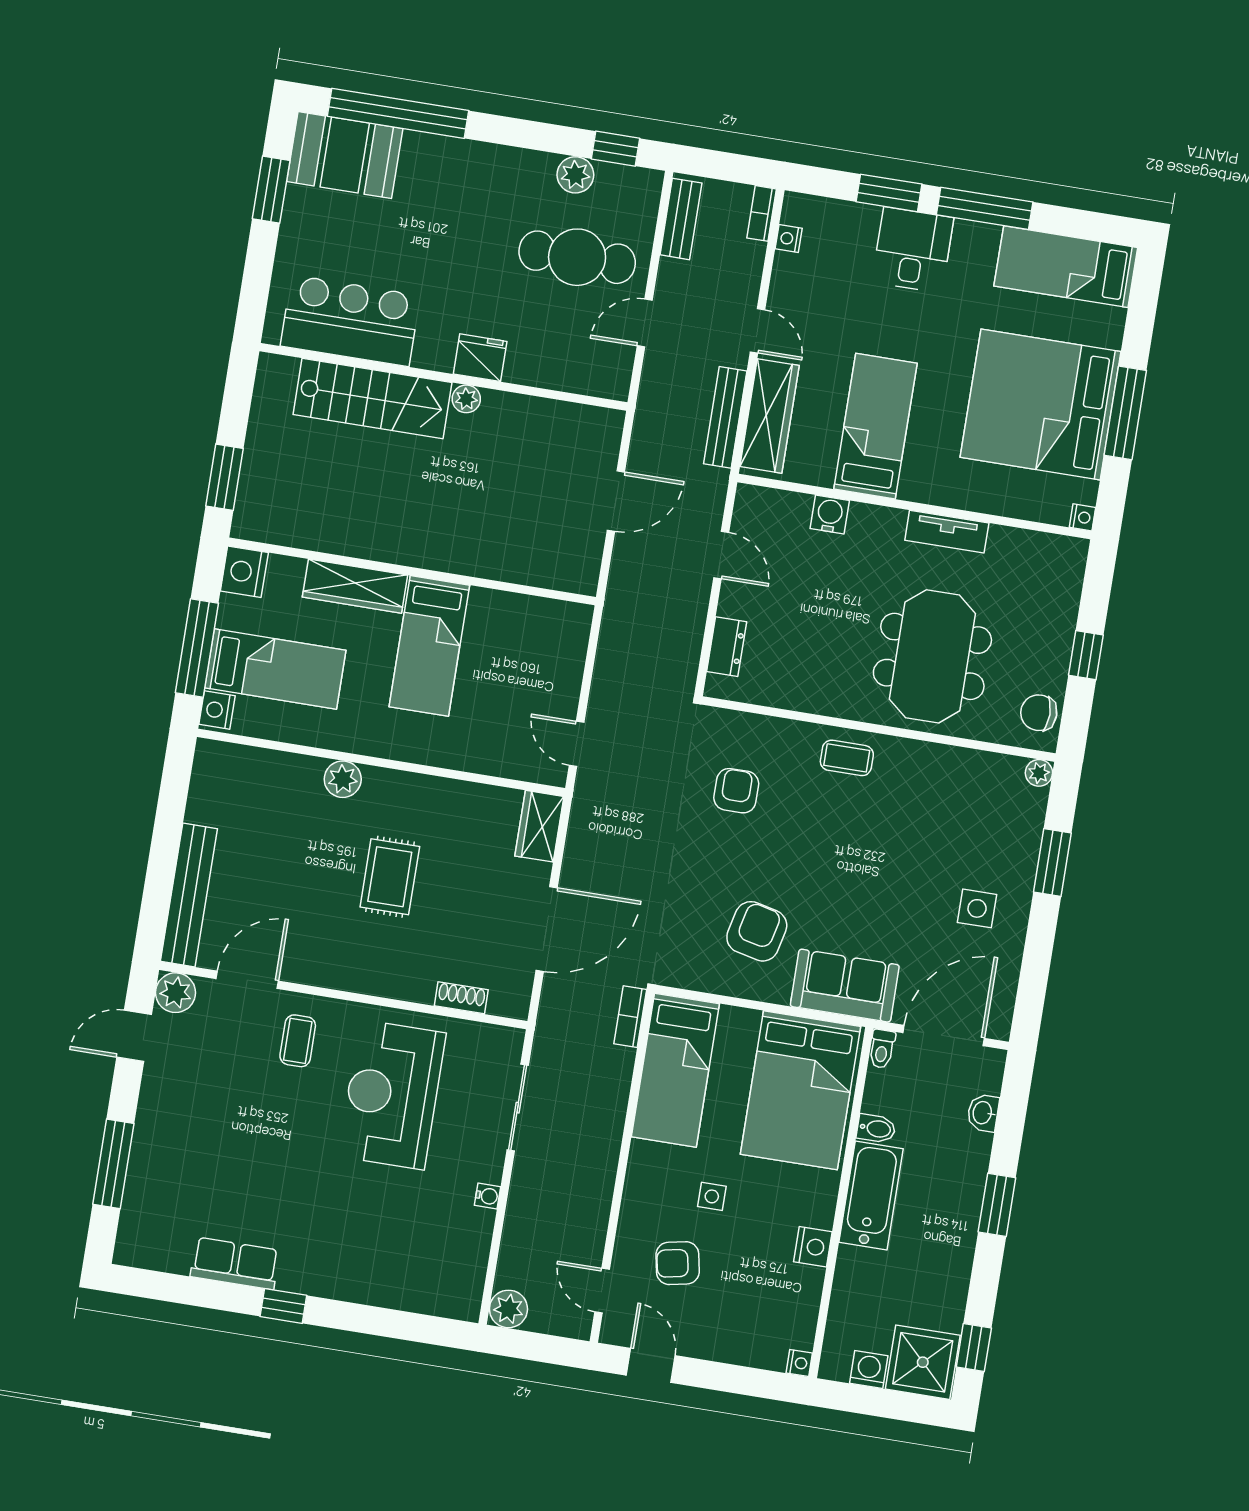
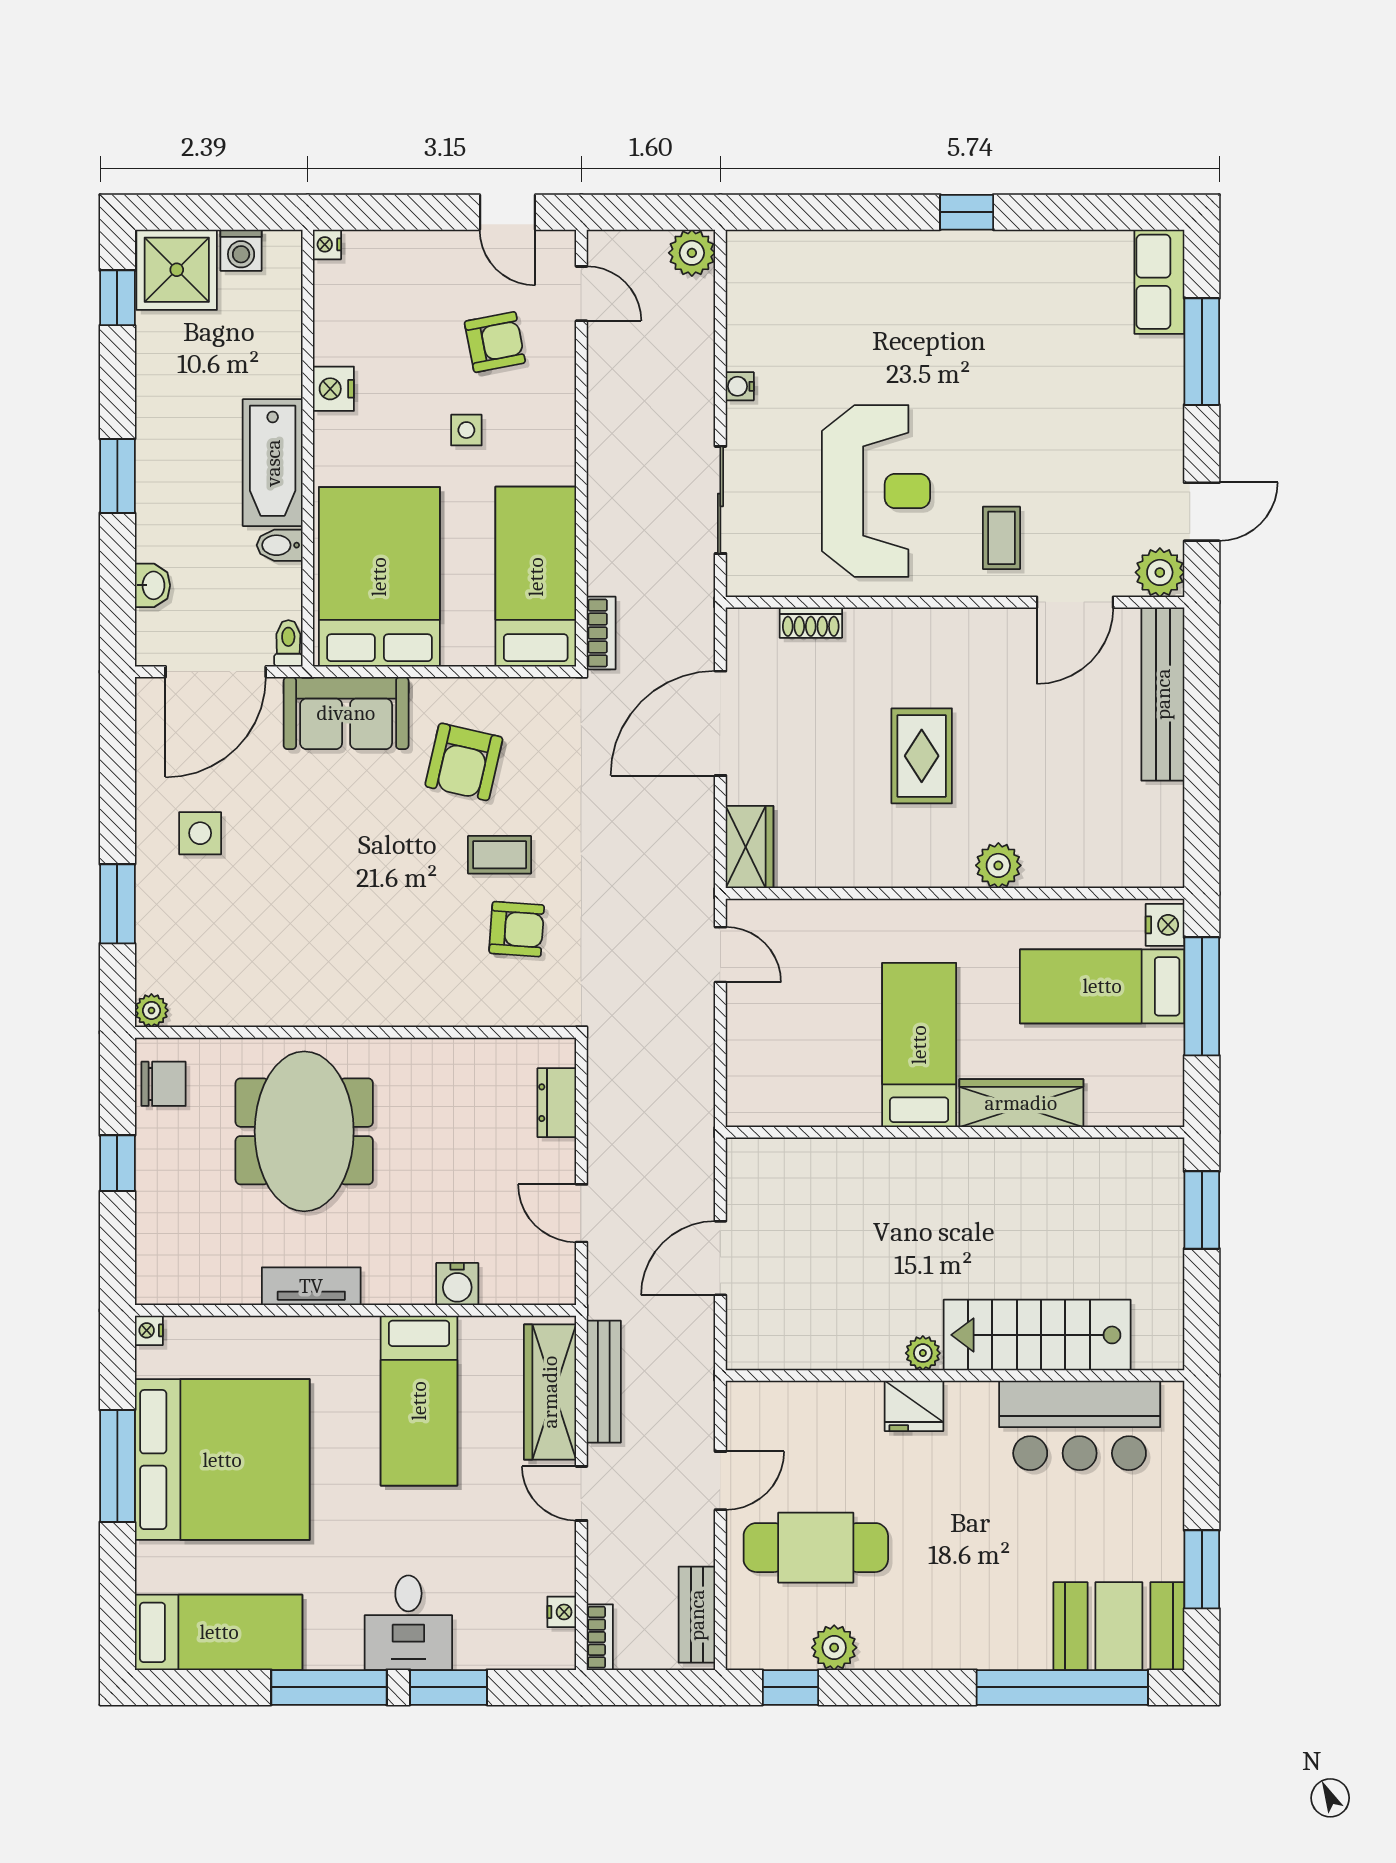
nightstand: (244, 572) -> (1159, 1099), removed
coffee table: (847, 758) -> (500, 855), moved
armchair: (736, 791) -> (517, 929), turned -86
row of seats: (235, 1263) -> (1159, 282), moved, turned 90

